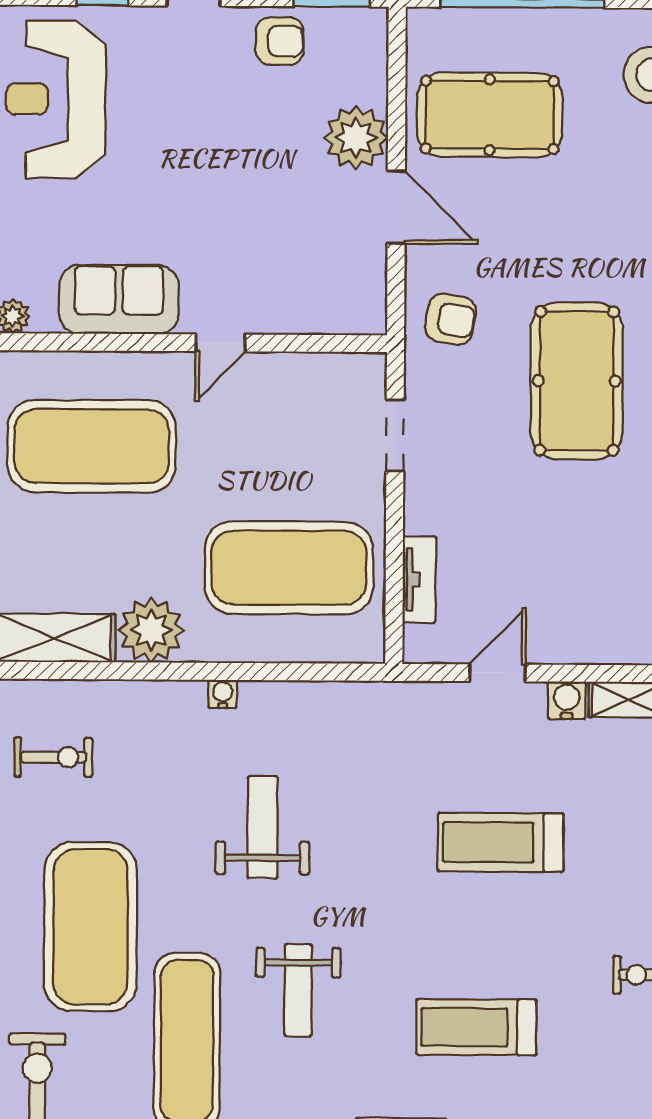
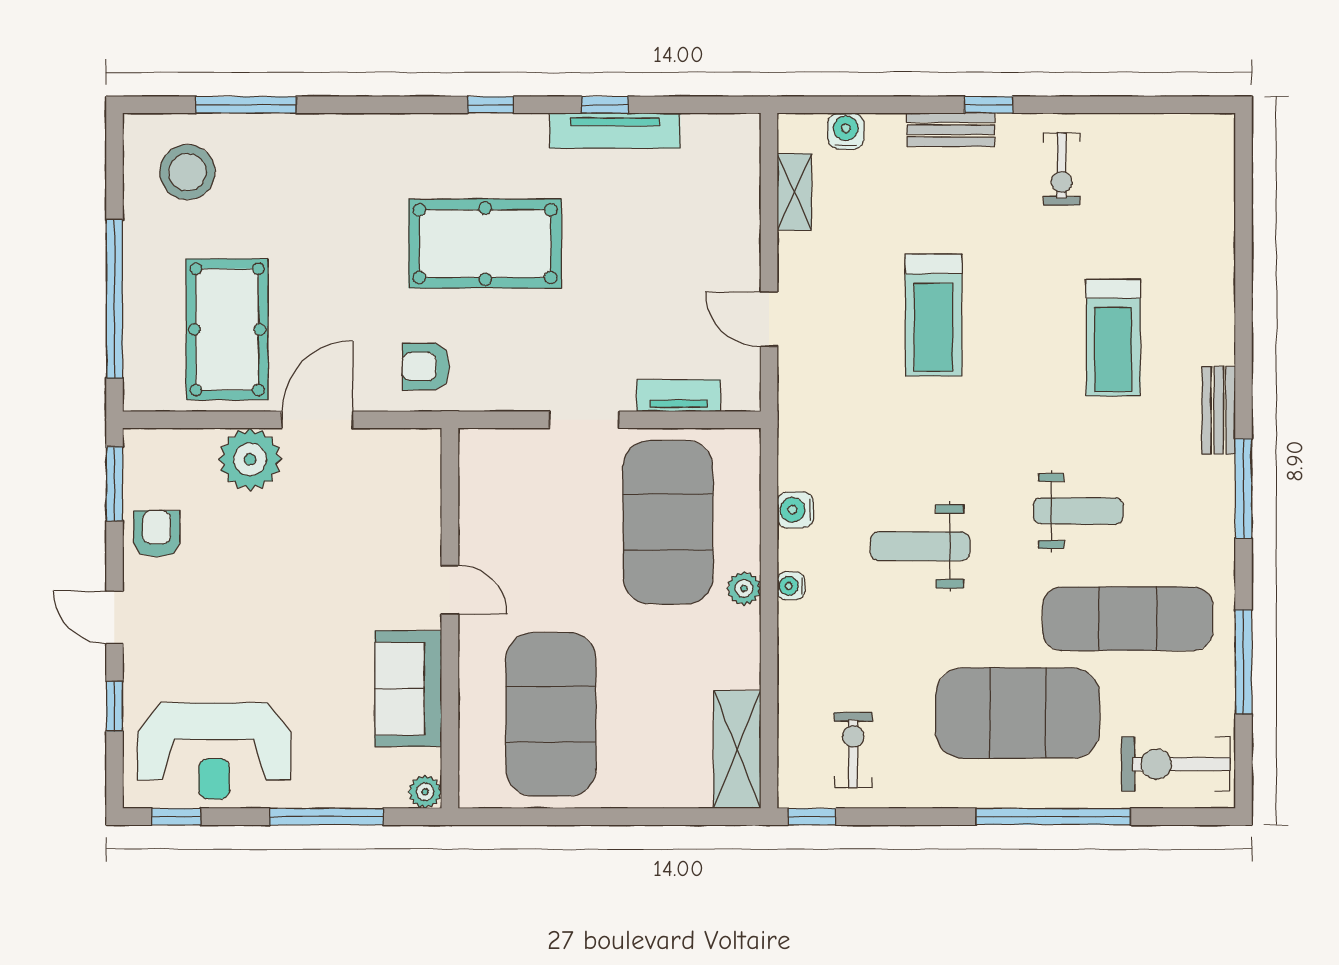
armchair: (450, 319) -> (426, 367), turned -100
doorway: (395, 436) -> (584, 420), moved
plant: (151, 630) -> (744, 588), moved, width x0.53, depth x0.53
water cooler: (567, 700) -> (795, 510), moved

